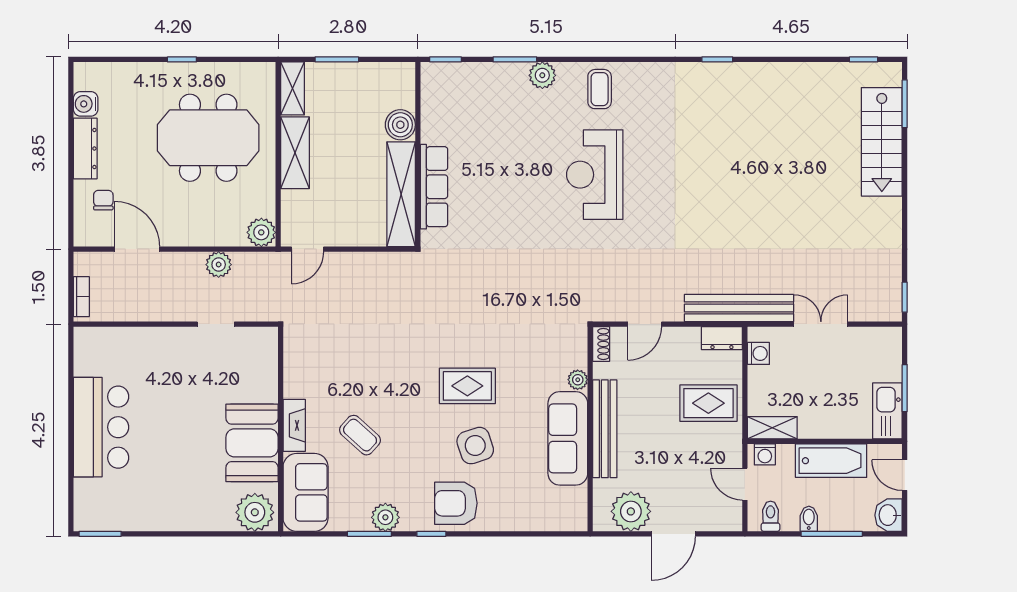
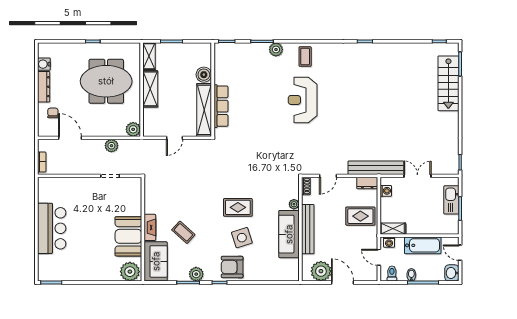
door: (307, 249) -> (175, 138), moved
kitchen sink: (887, 411) -> (451, 200), moved
door: (673, 534) -> (343, 283), swing flipped

